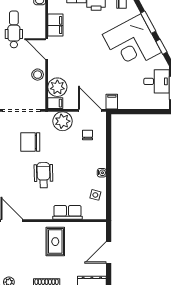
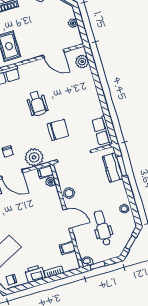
filing cabinet: (55, 25) -> (67, 248), width x0.50
dental chair: (14, 29) -> (102, 228), turned 180
plant: (57, 87) -> (51, 182), width x0.53, depth x0.53

